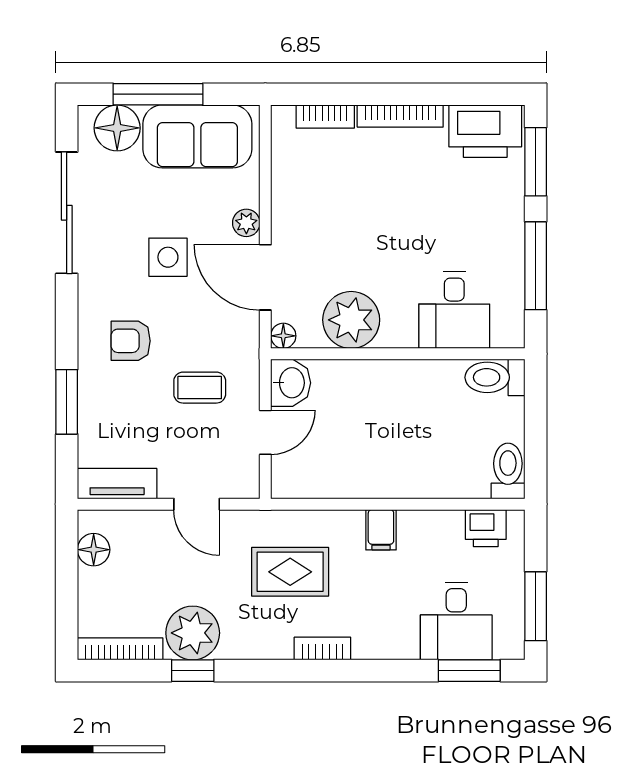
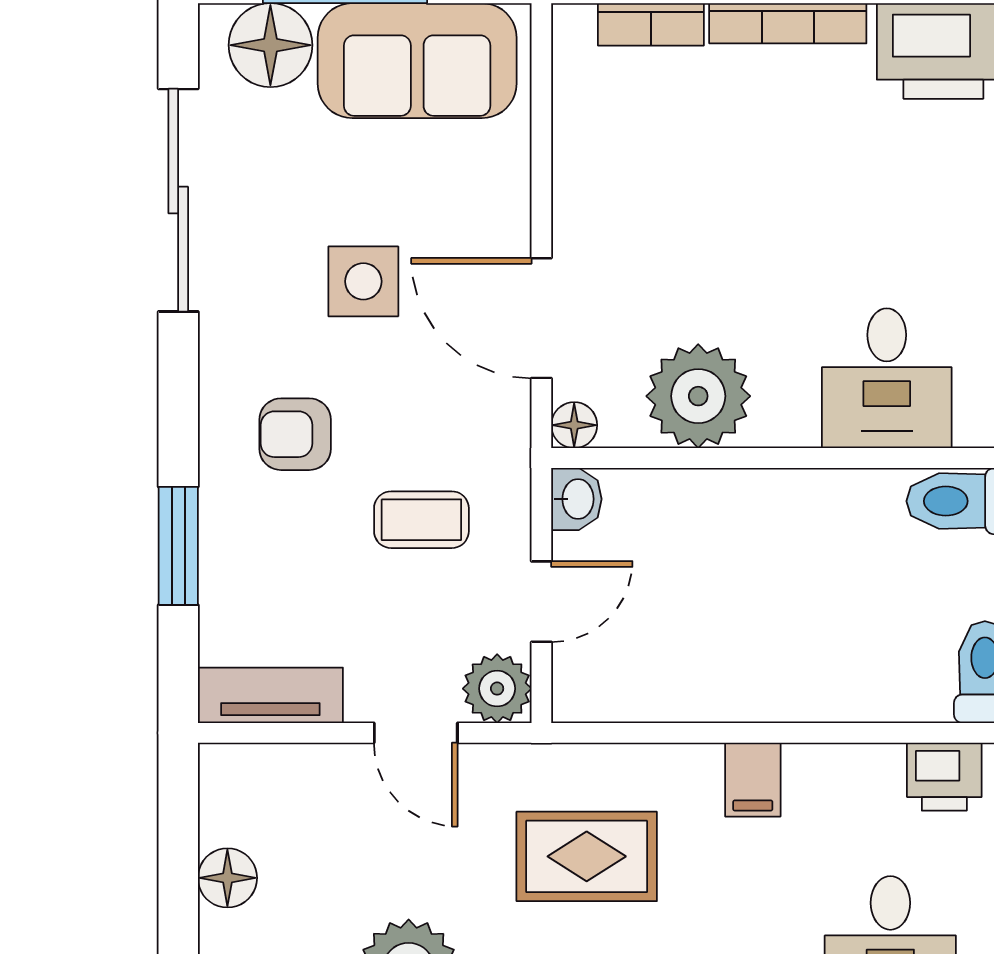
plant: (246, 223) -> (497, 689), moved, width x1.38, depth x1.38
washbasin: (291, 383) -> (576, 499), width x0.72, depth x0.69
floor lamp: (94, 550) -> (227, 878), moved

